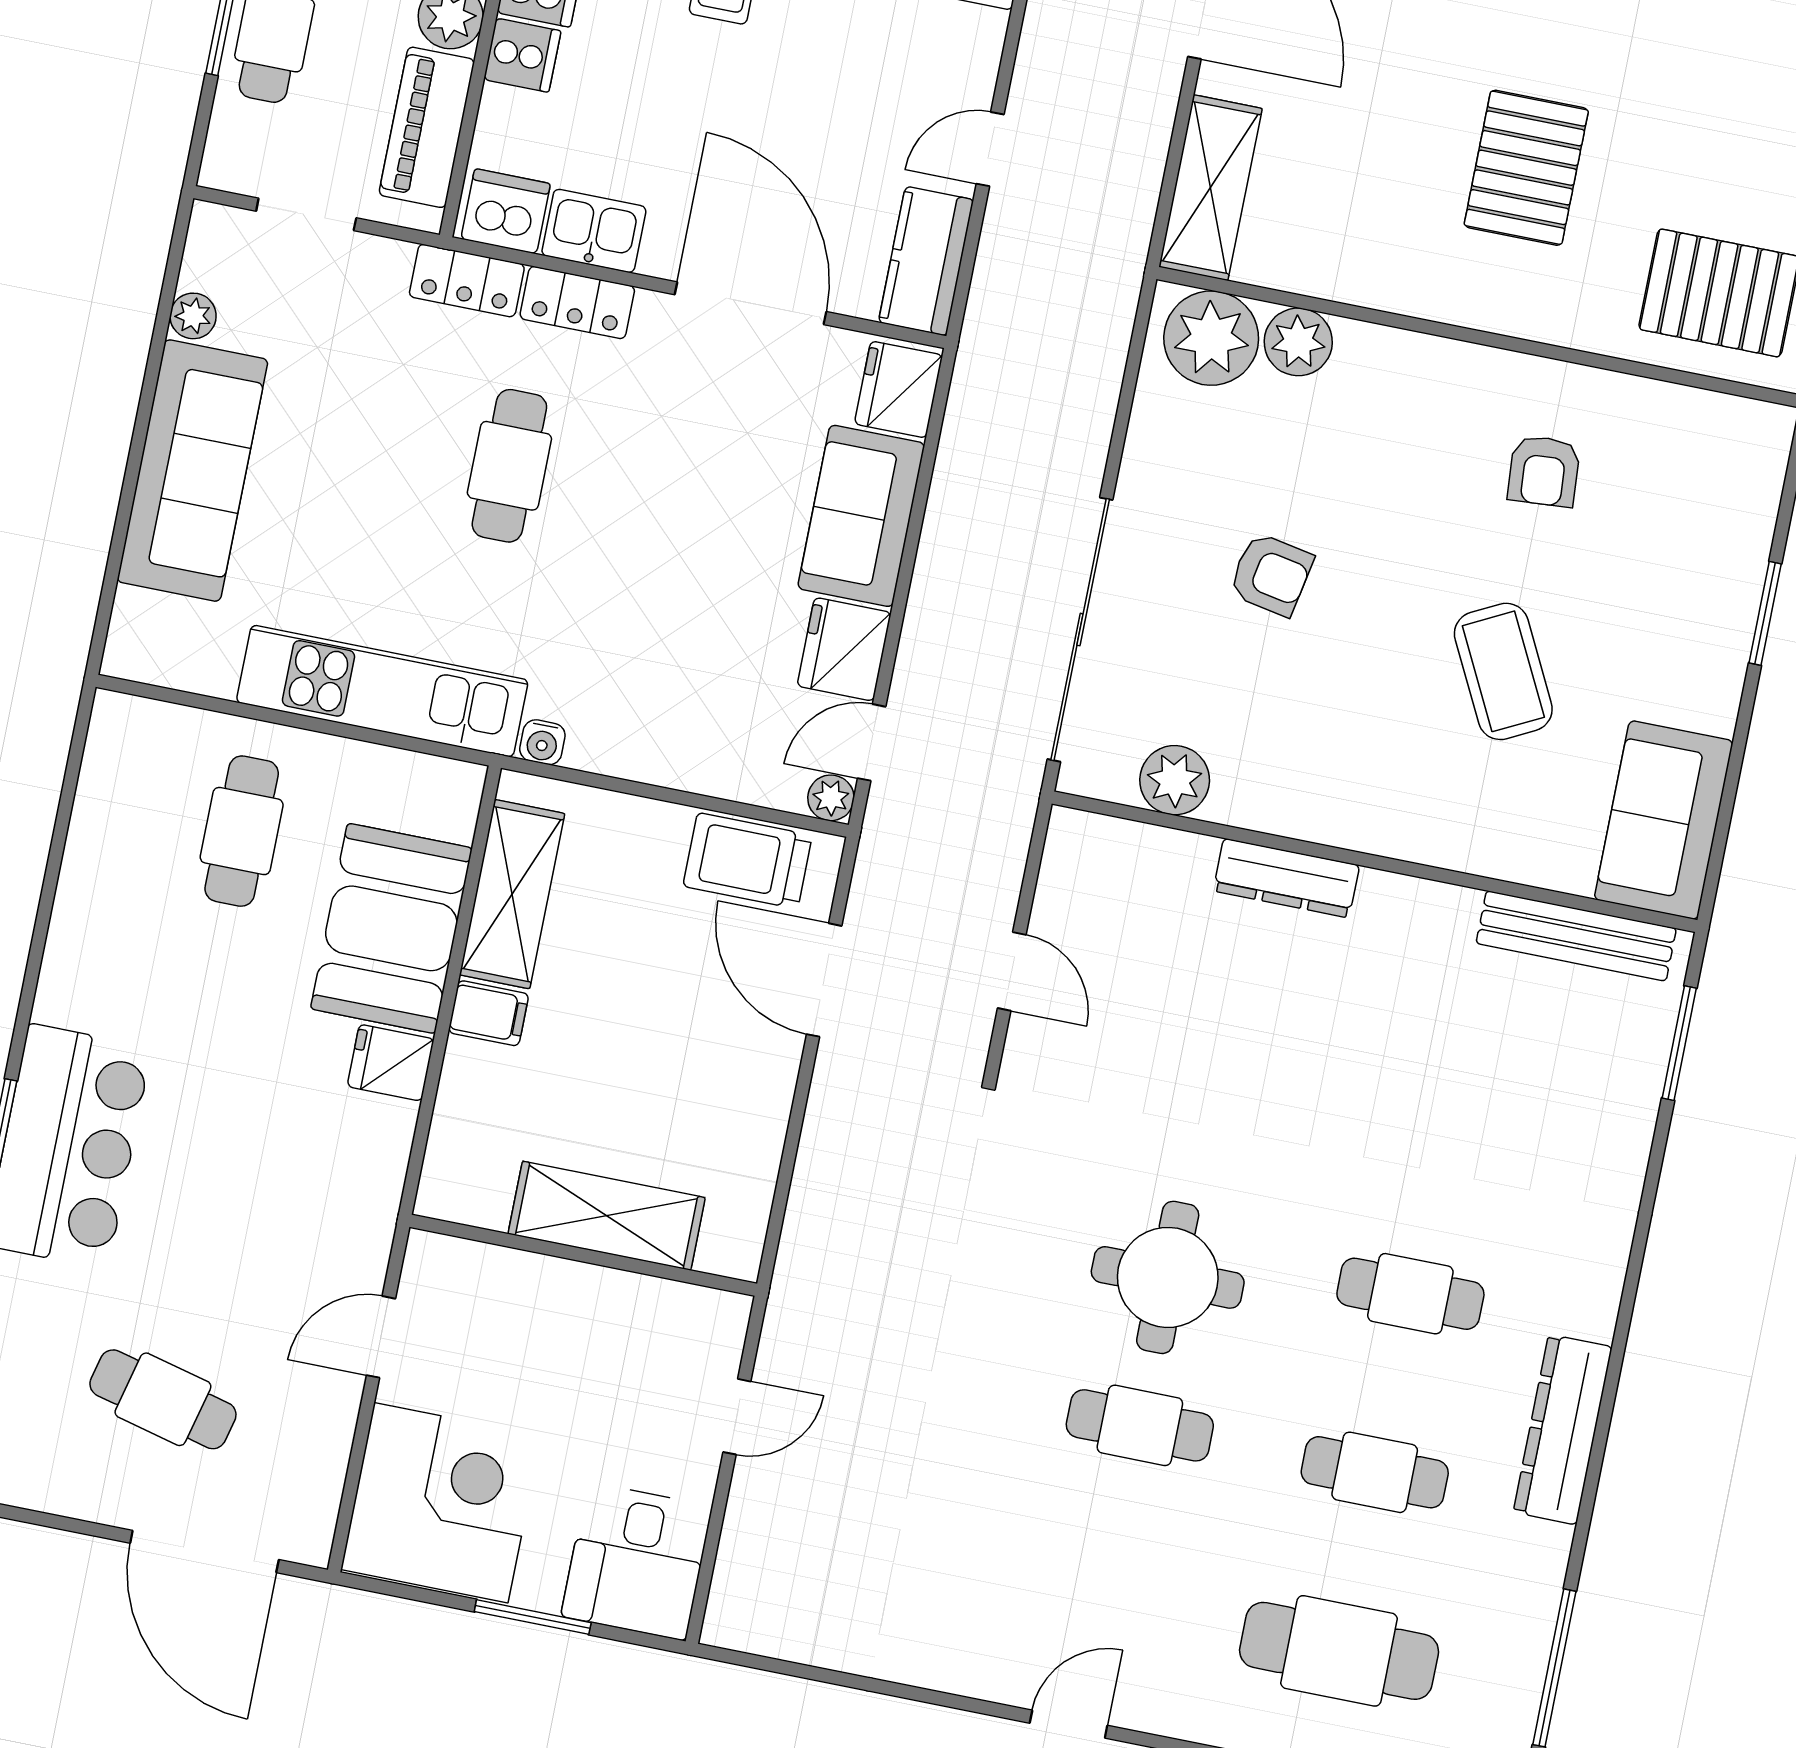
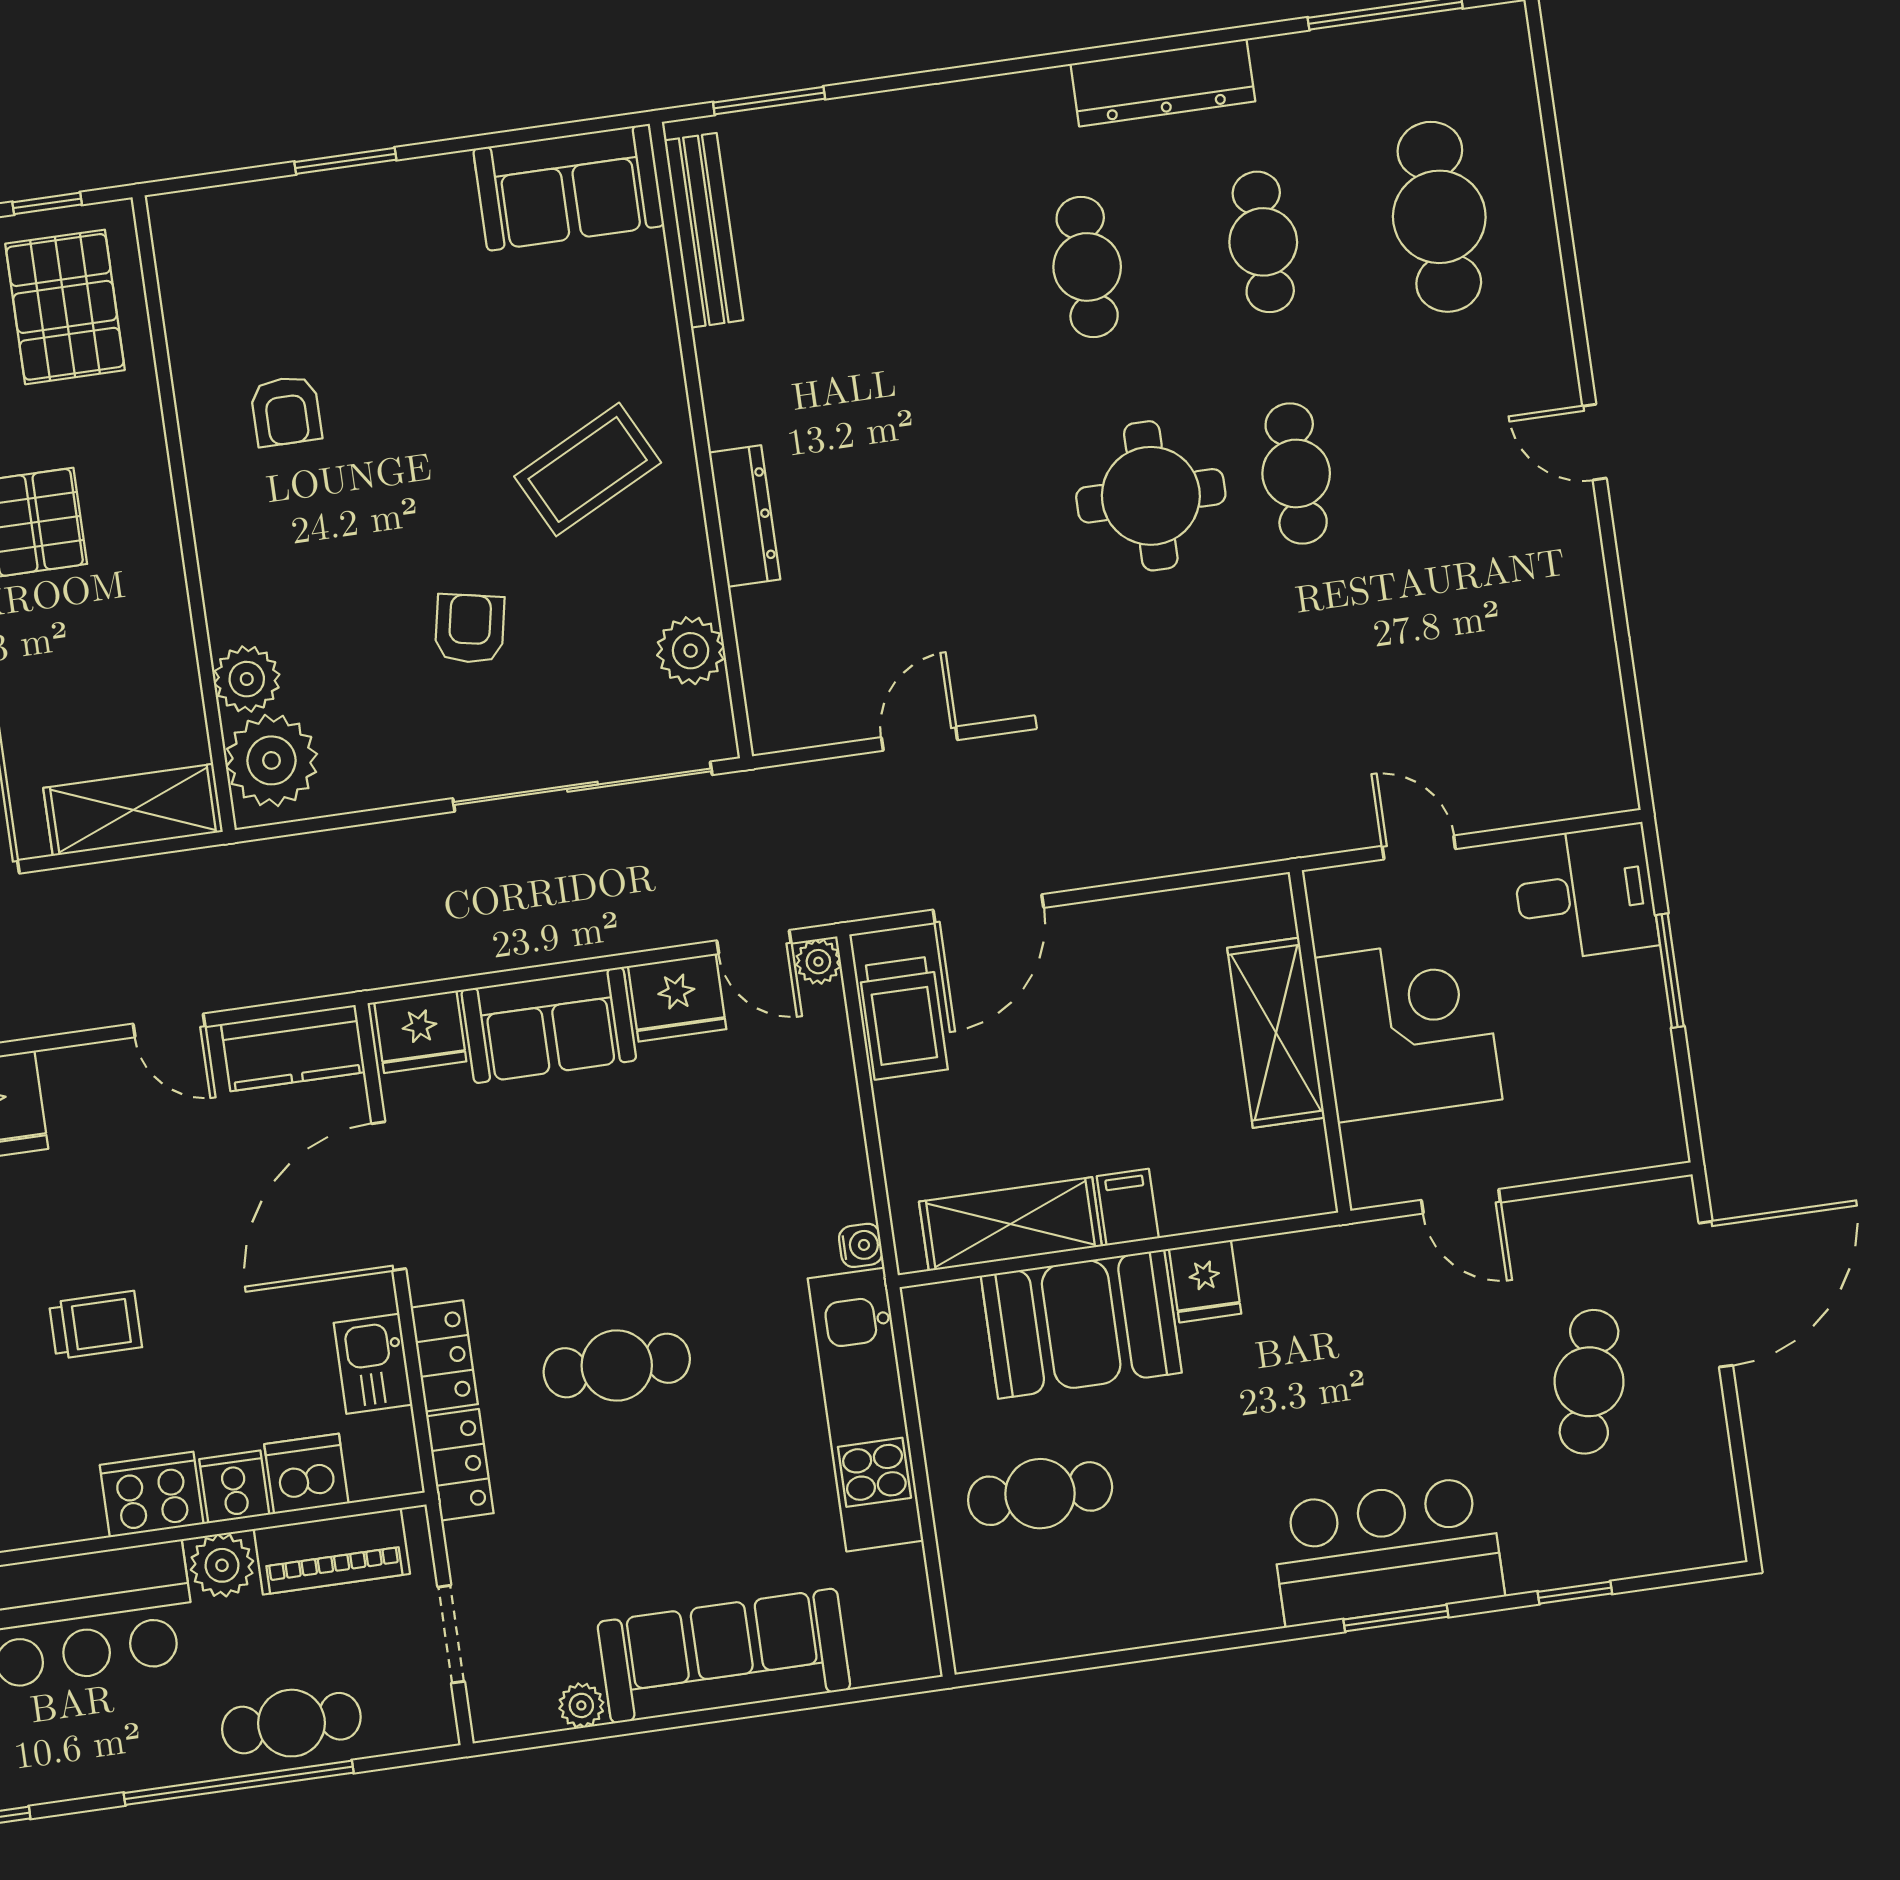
dishwasher: (506, 211) -> (306, 1474), moved, turned 90
armchair: (1544, 471) -> (286, 411), turned 94
coffee table: (1503, 671) -> (588, 469), moved
corner desk: (441, 1503) -> (1408, 1029), moved, turned 90

